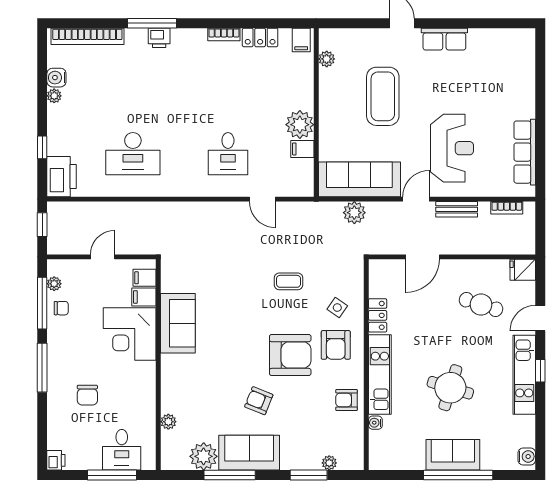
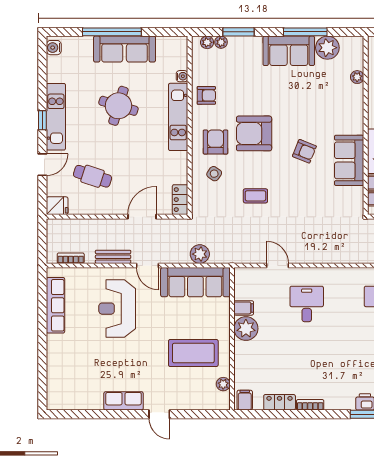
coffee table: (383, 96) -> (193, 353), moved, turned 90
door: (416, 199) -> (148, 265), hinge flipped
locker: (378, 315) -> (180, 200), moved
armchair: (259, 401) -> (304, 151), moved
sofa: (453, 455) -> (125, 49), width x1.36
plant: (346, 463) -> (207, 42), added

